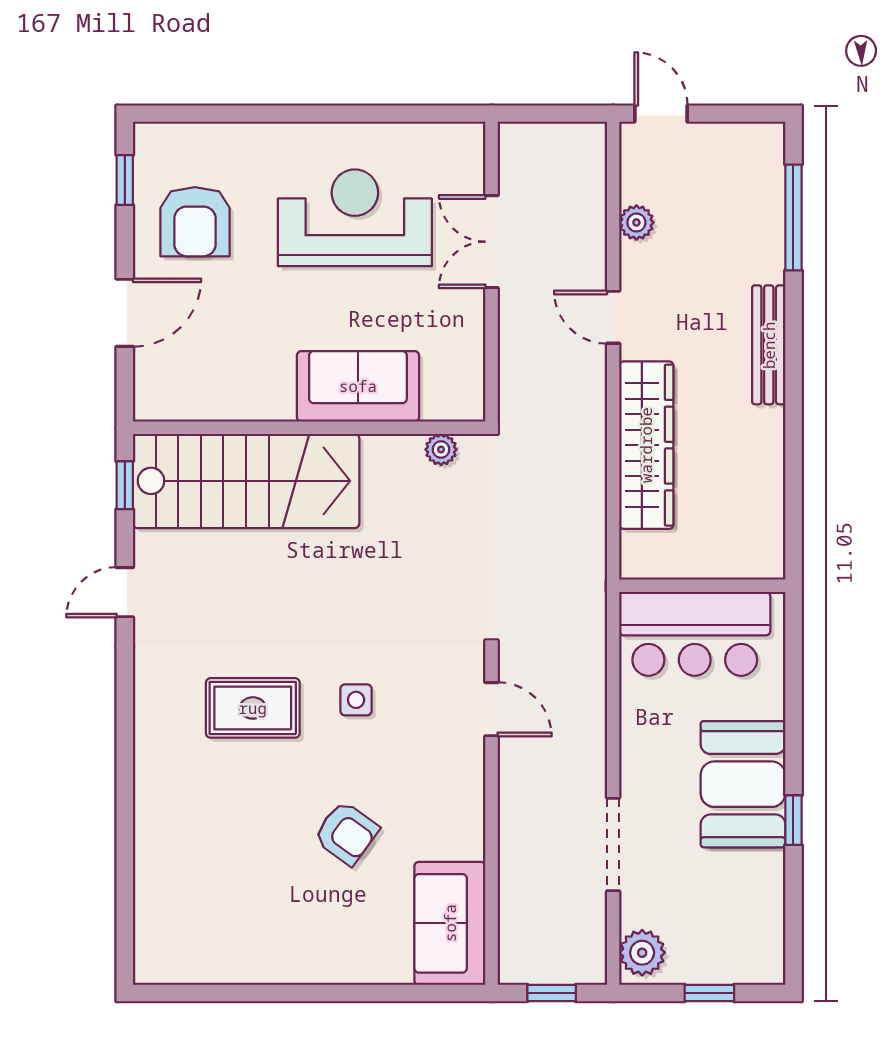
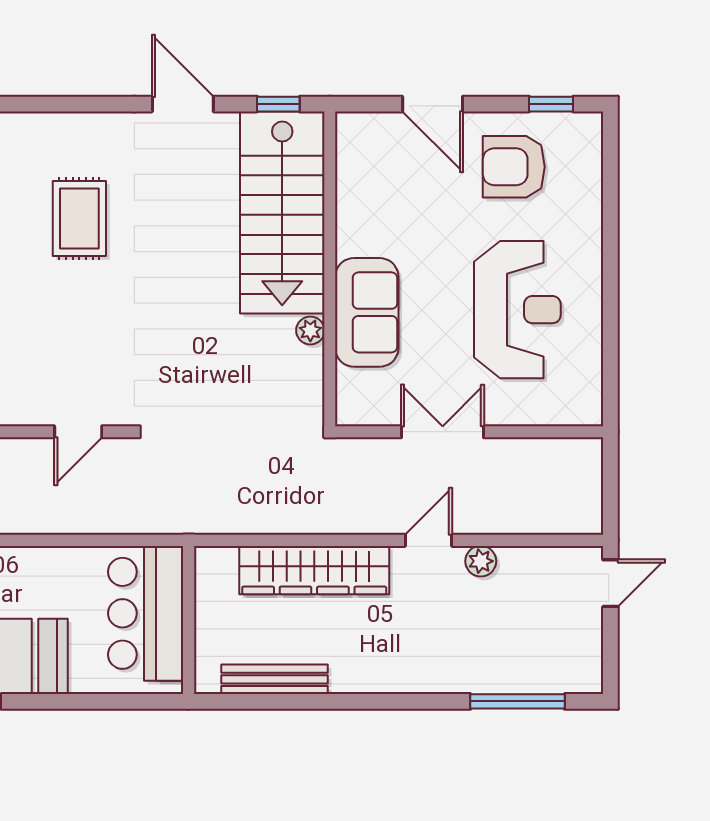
plant: (636, 223) -> (481, 561), moved
double door: (492, 242) -> (443, 432), moved
bench: (769, 345) -> (274, 679), moved
plant: (441, 449) -> (310, 330), moved
door: (125, 592) -> (183, 104), width x1.38
side table: (356, 700) -> (87, 311), removed

